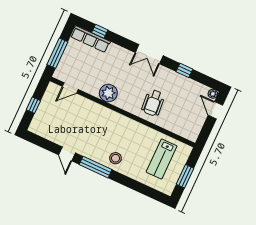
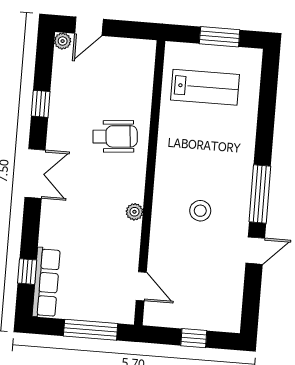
plant: (108, 93) -> (134, 212), width x0.53, depth x0.53
stool: (115, 158) -> (200, 211), moved

